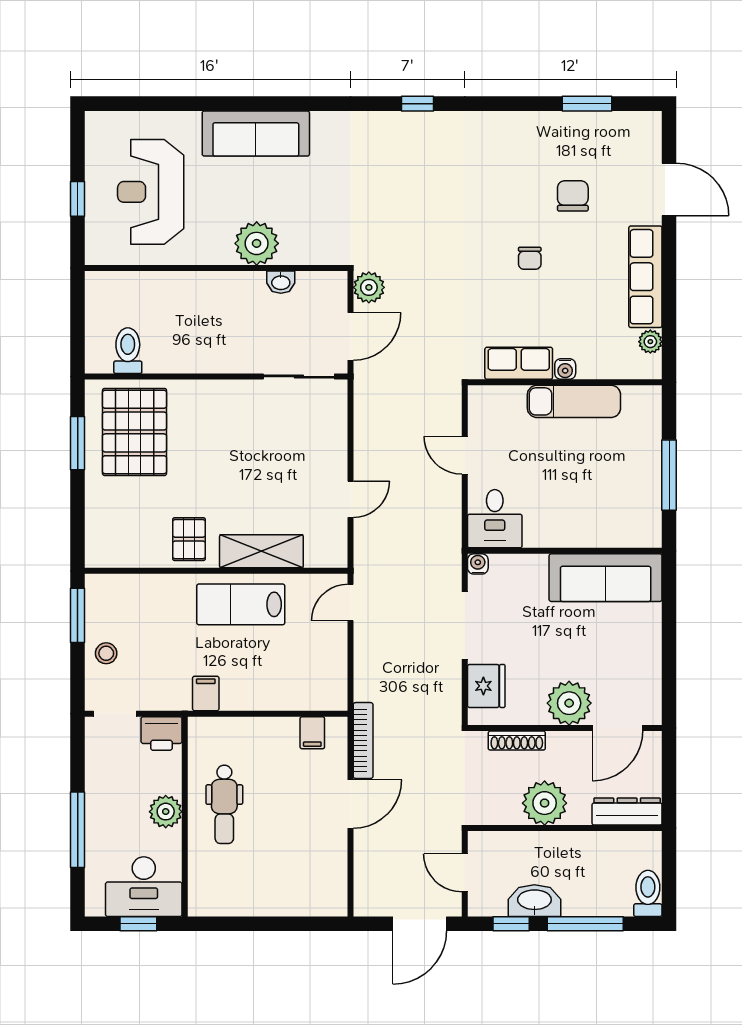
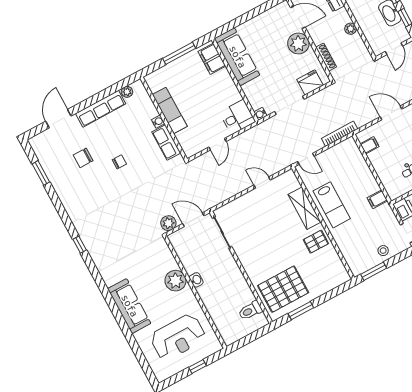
washbasin: (281, 282) -> (196, 280), moved
filing cabinet: (627, 530) -> (212, 59), added
bookcase: (363, 741) -> (340, 134), moved
plant: (545, 803) -> (351, 29), width x0.53, depth x0.53

